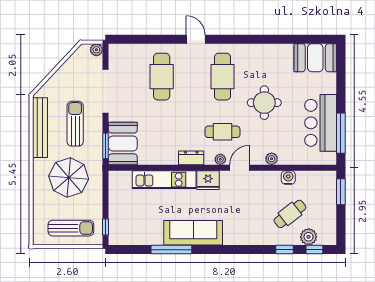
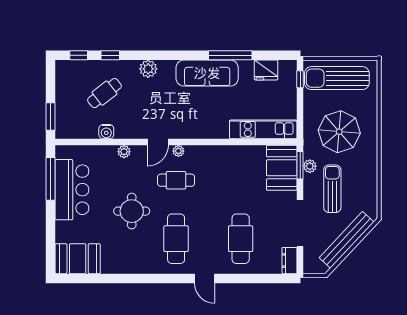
plant: (96, 50) -> (310, 166), moved
sun lounger: (75, 124) -> (332, 189), turned 180
bench: (40, 128) -> (347, 240), moved, turned 43
dresser: (191, 158) -> (289, 261), moved, turned 90
kitchen unit: (164, 180) -> (263, 129), moved
fridge: (208, 180) -> (266, 70), moved, turned 180
sun lounger: (71, 228) -> (337, 78), width x1.36, depth x1.34
plant: (309, 237) -> (148, 69), moved

